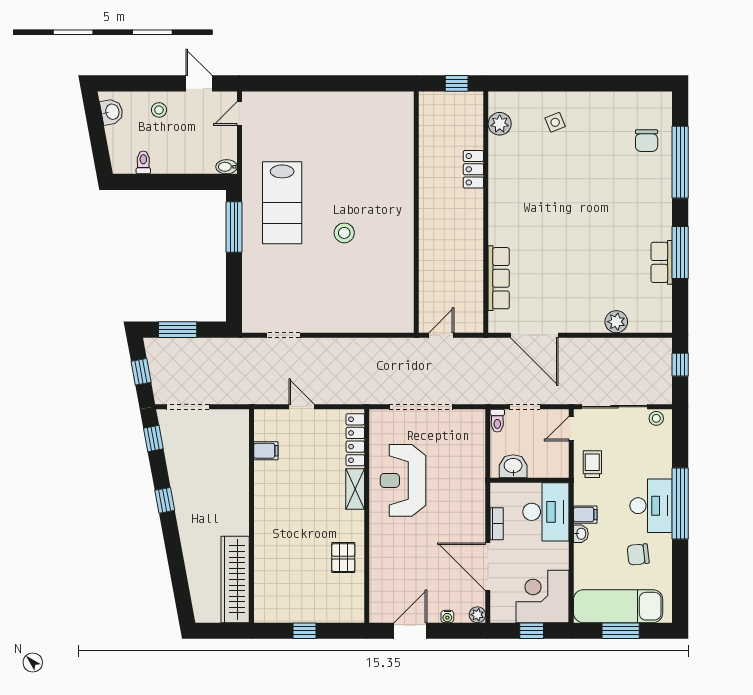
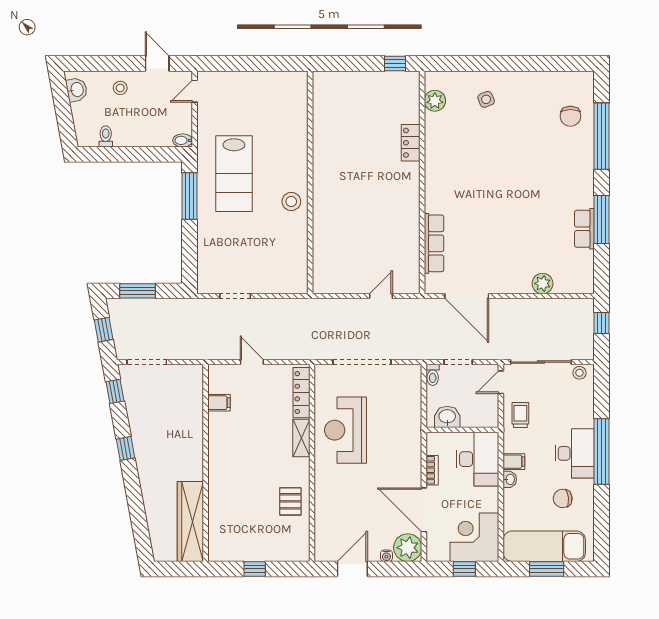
wall: (416, 212) -> (310, 182), moved
plant: (477, 615) -> (408, 548), width x1.88, depth x1.88

